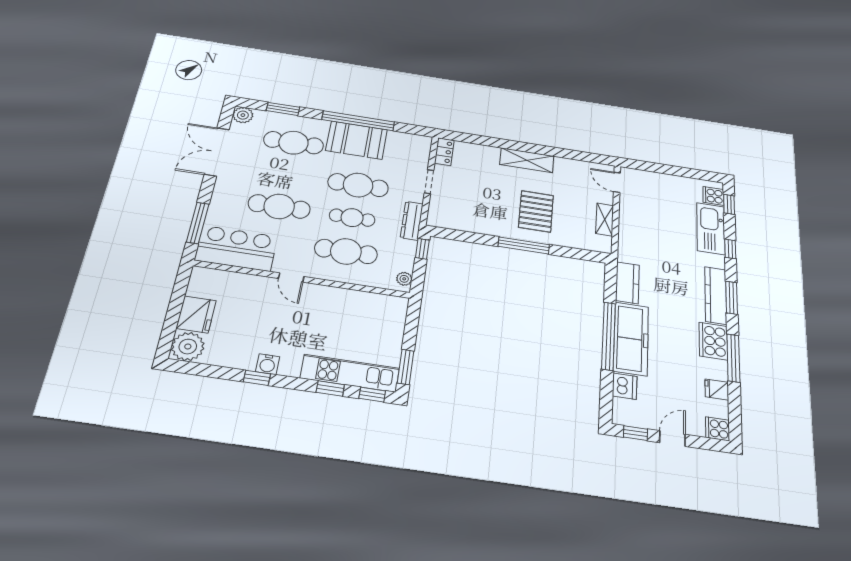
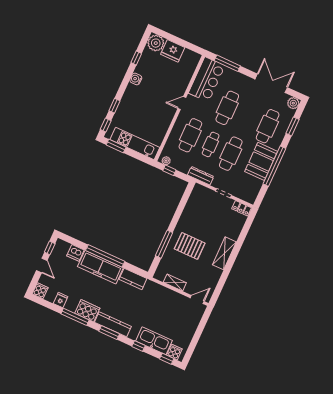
window: (524, 245) -> (164, 244), moved
window: (422, 249) -> (169, 170), moved
kitchen unit: (350, 373) -> (135, 144), moved, turned -90
window: (257, 378) -> (136, 58), moved

